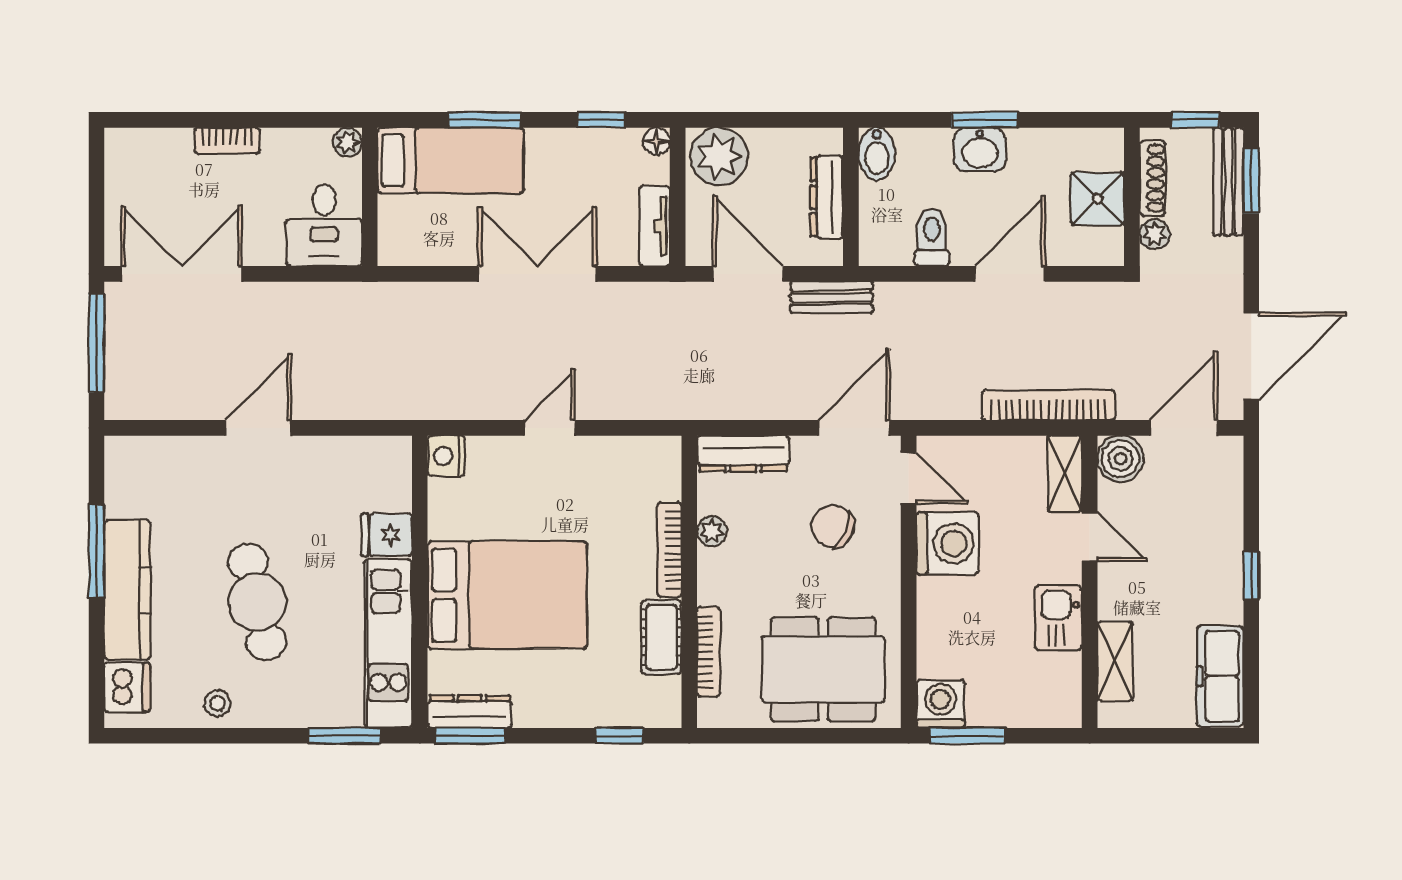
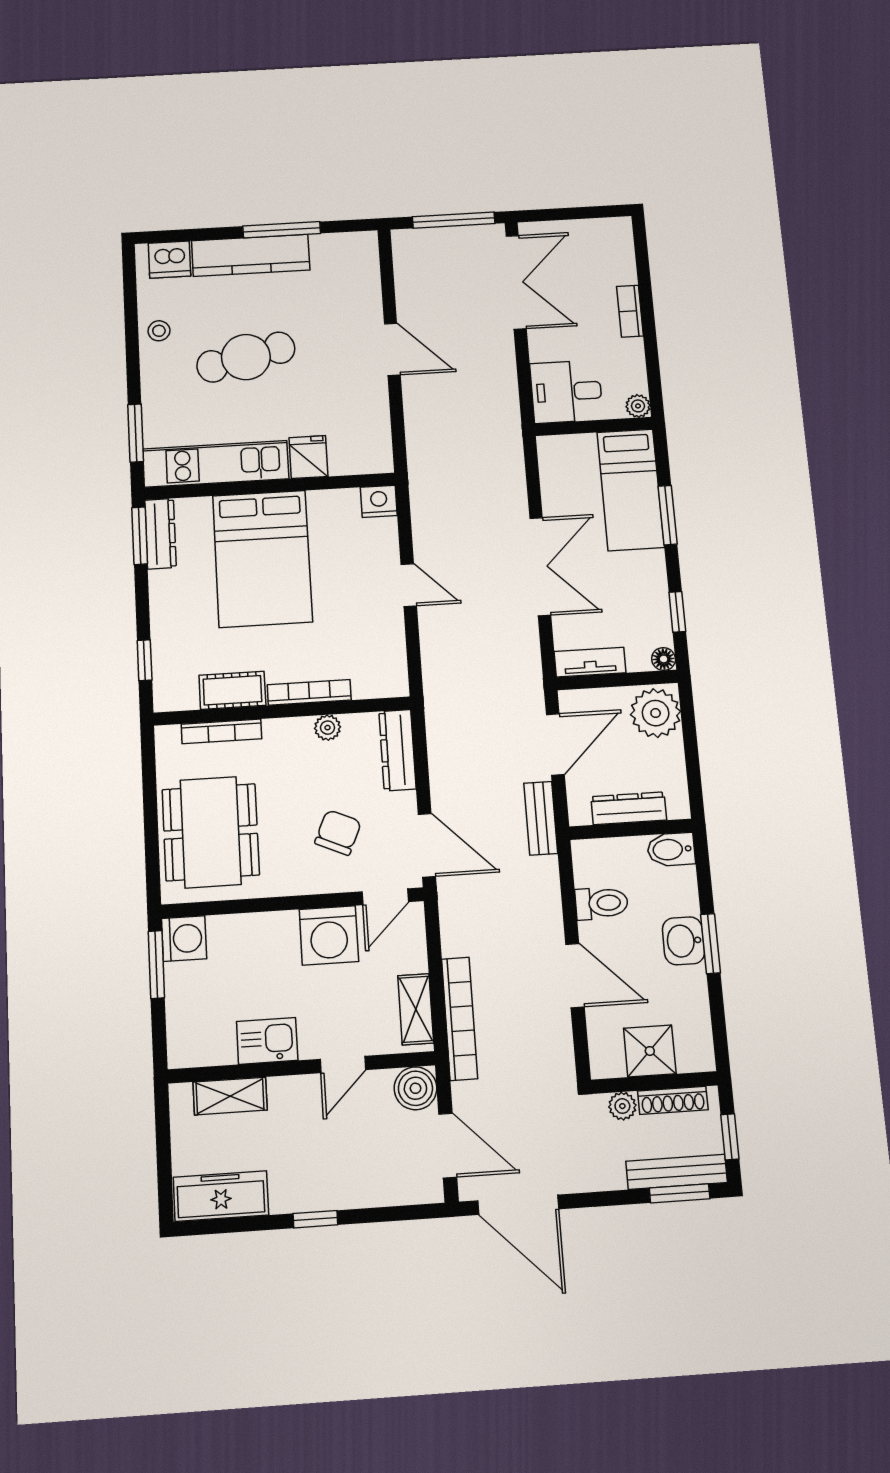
shelving: (1065, 474) -> (416, 1009), moved, turned 90

